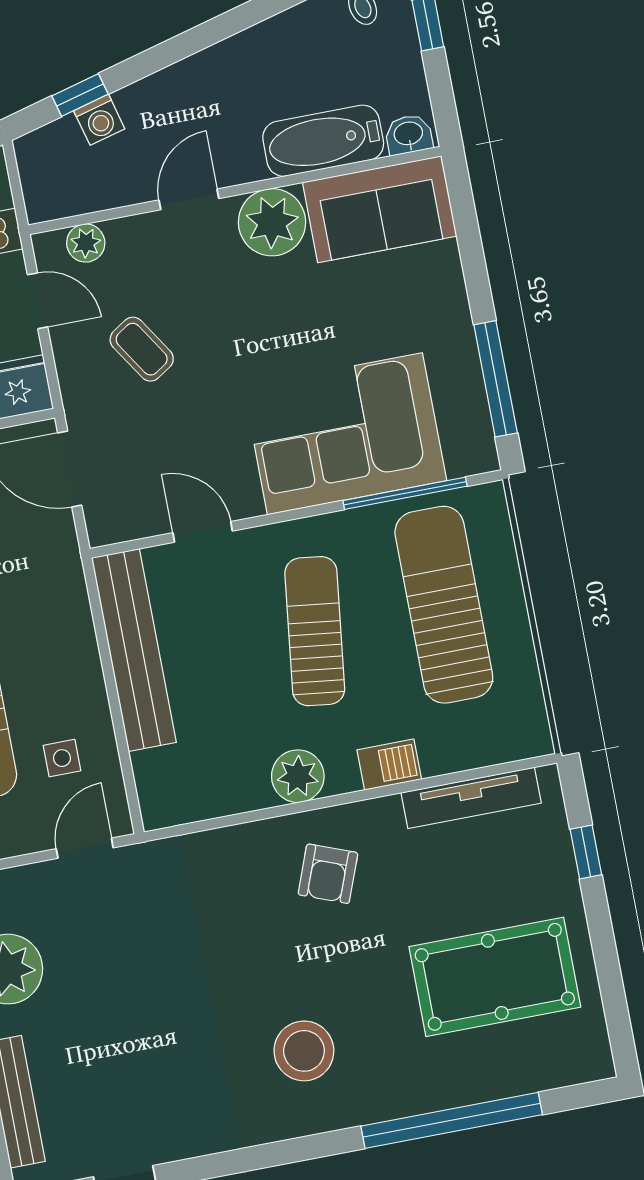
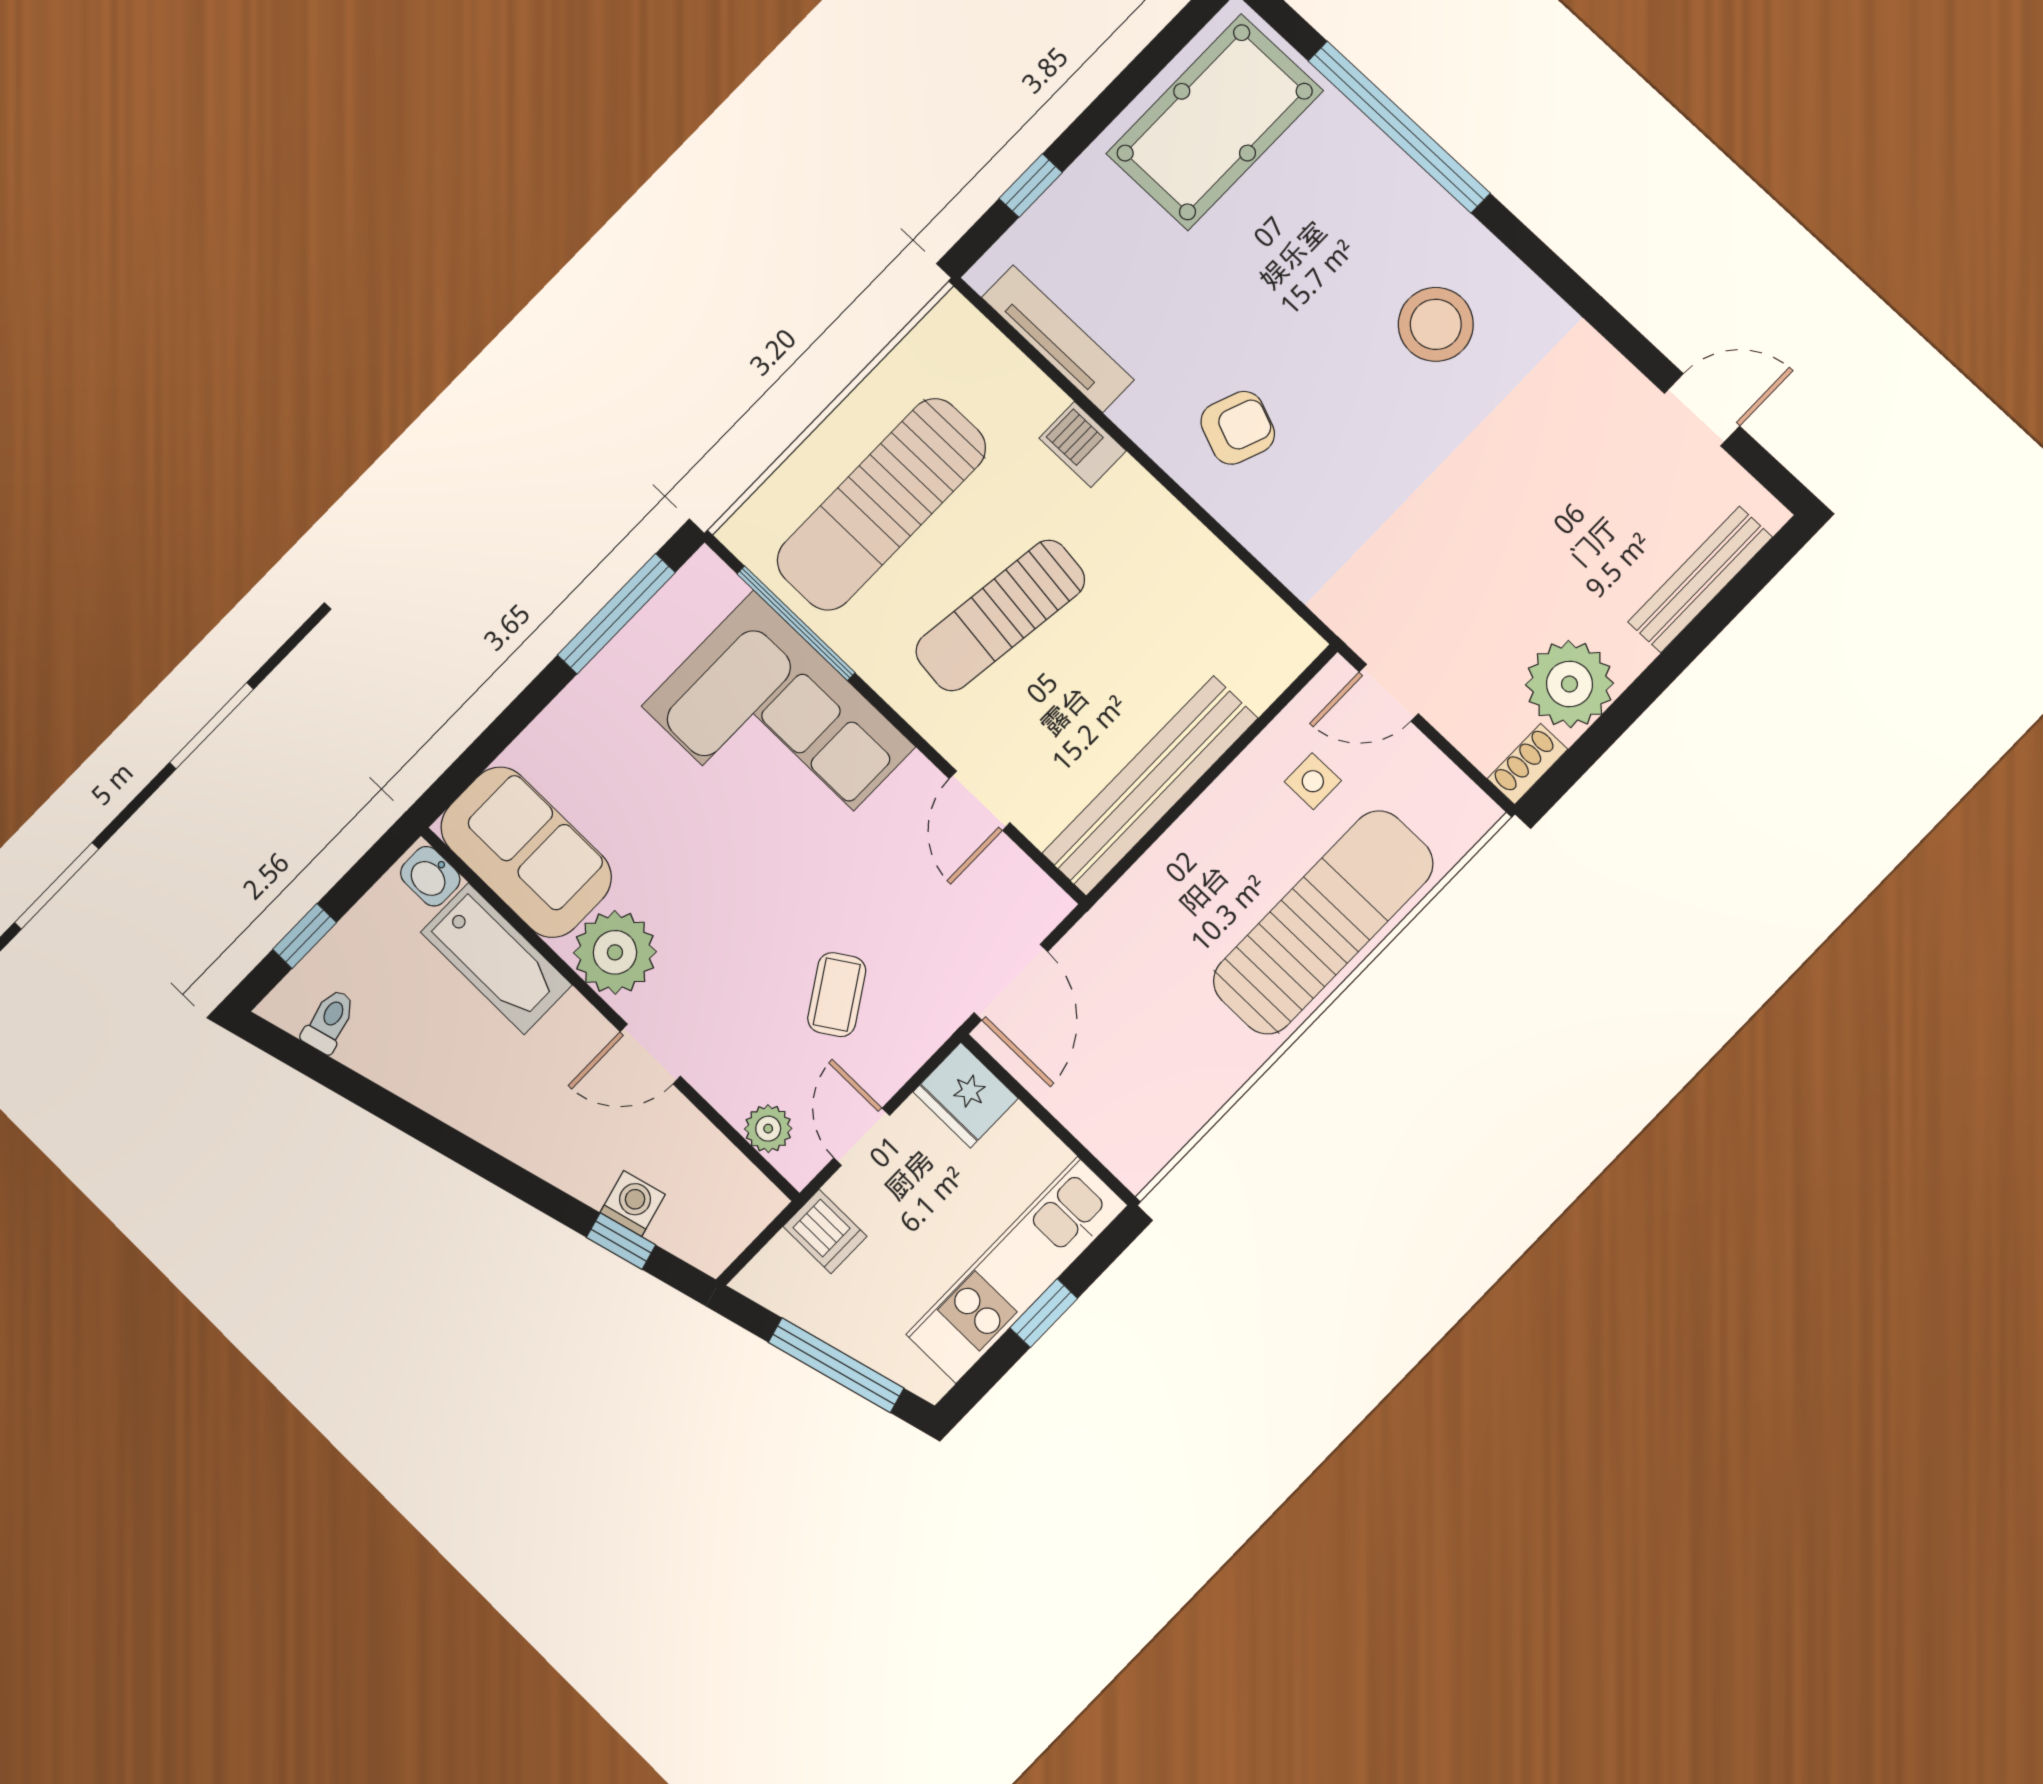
plant: (298, 776) -> (1160, 528), removed
pool table: (495, 977) -> (1215, 122), moved, turned 90

